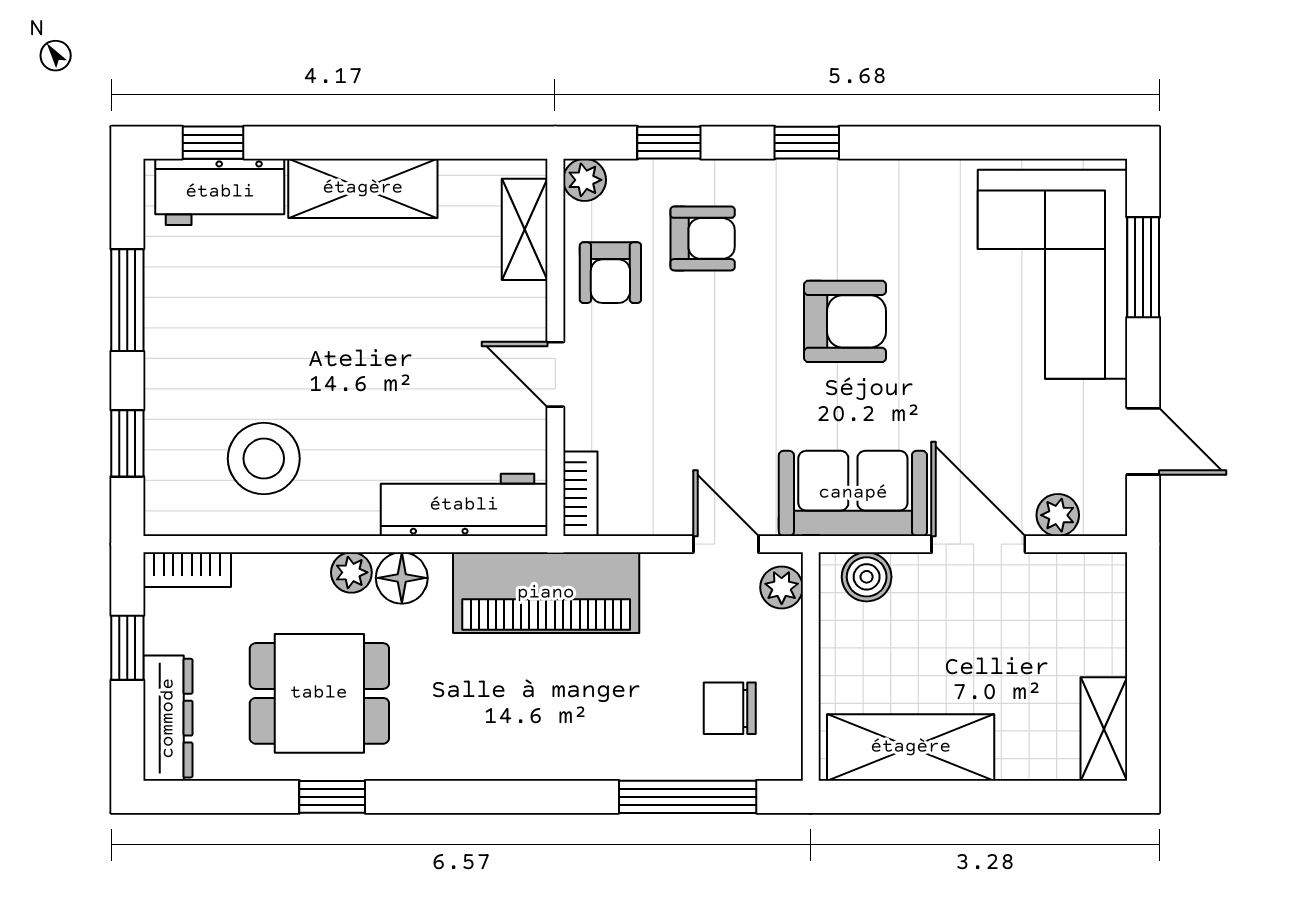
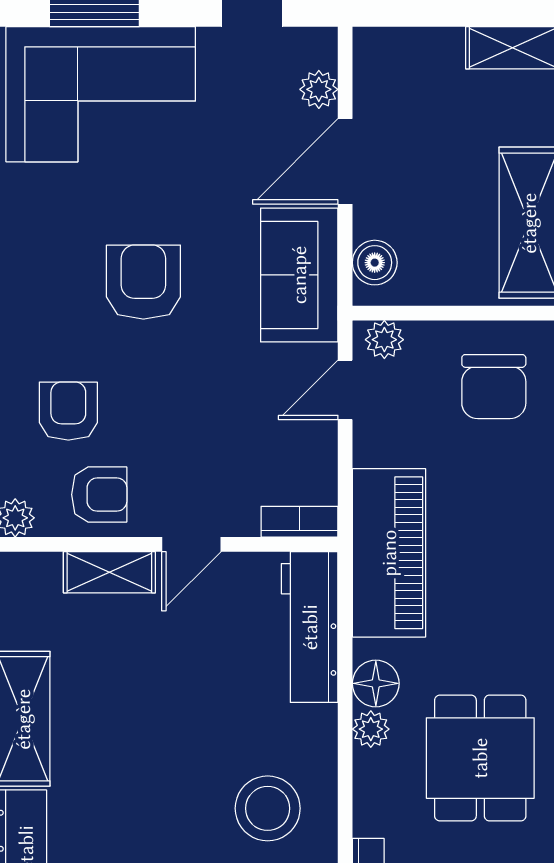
shelving: (525, 229) -> (109, 572), moved
chair: (730, 708) -> (494, 387), width x1.37, depth x1.37

